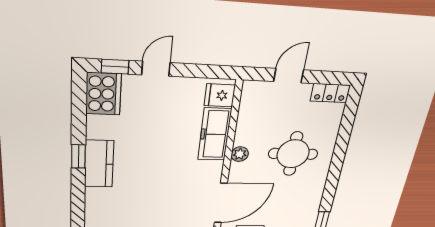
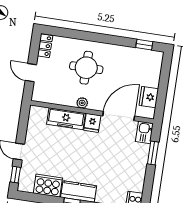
cooker: (103, 94) -> (48, 186), moved
fridge: (220, 95) -> (92, 123), moved
door: (221, 203) -> (119, 116), hinge flipped

